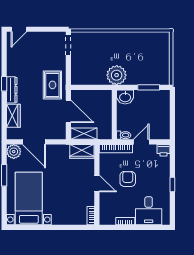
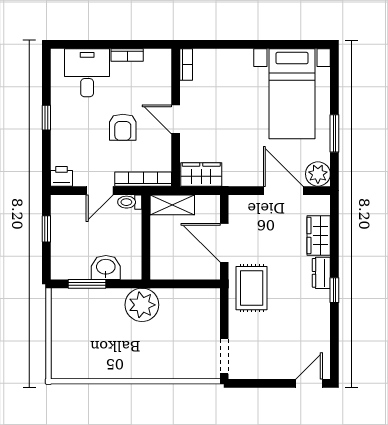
dresser: (12, 90) -> (321, 273), width x0.70
washbasin: (125, 97) -> (106, 267), moved
window: (172, 120) -> (46, 229), added
shelving: (84, 134) -> (172, 205), moved

